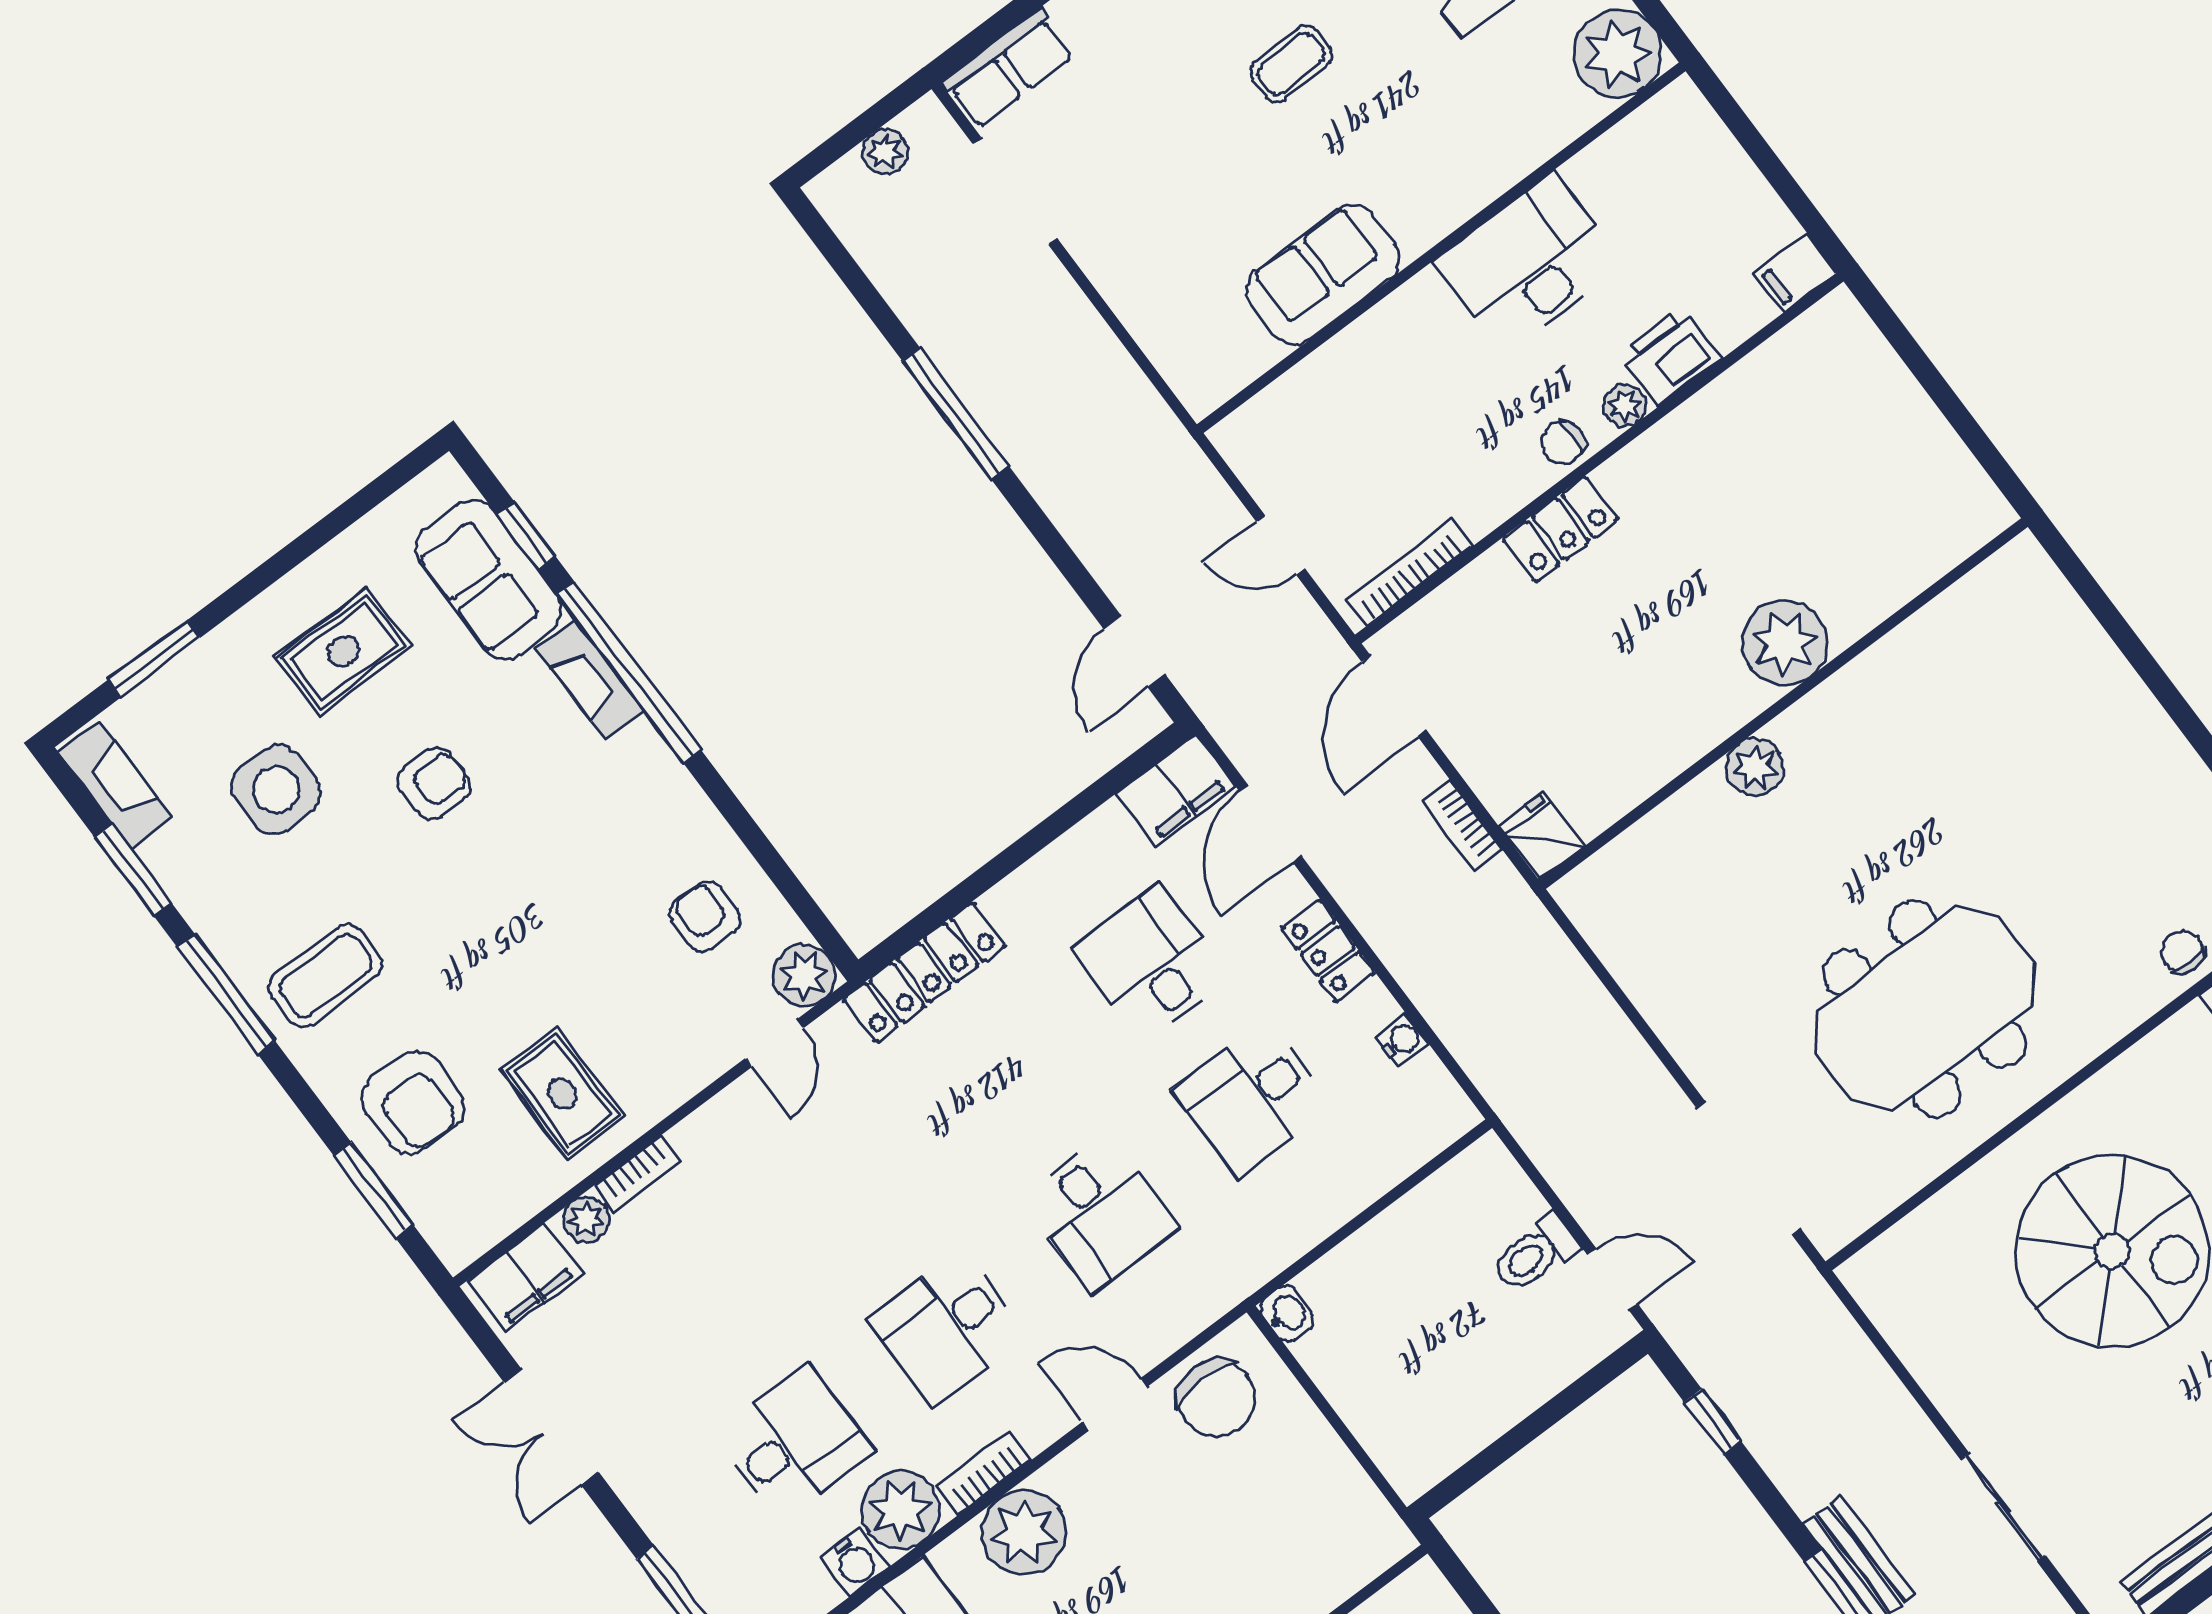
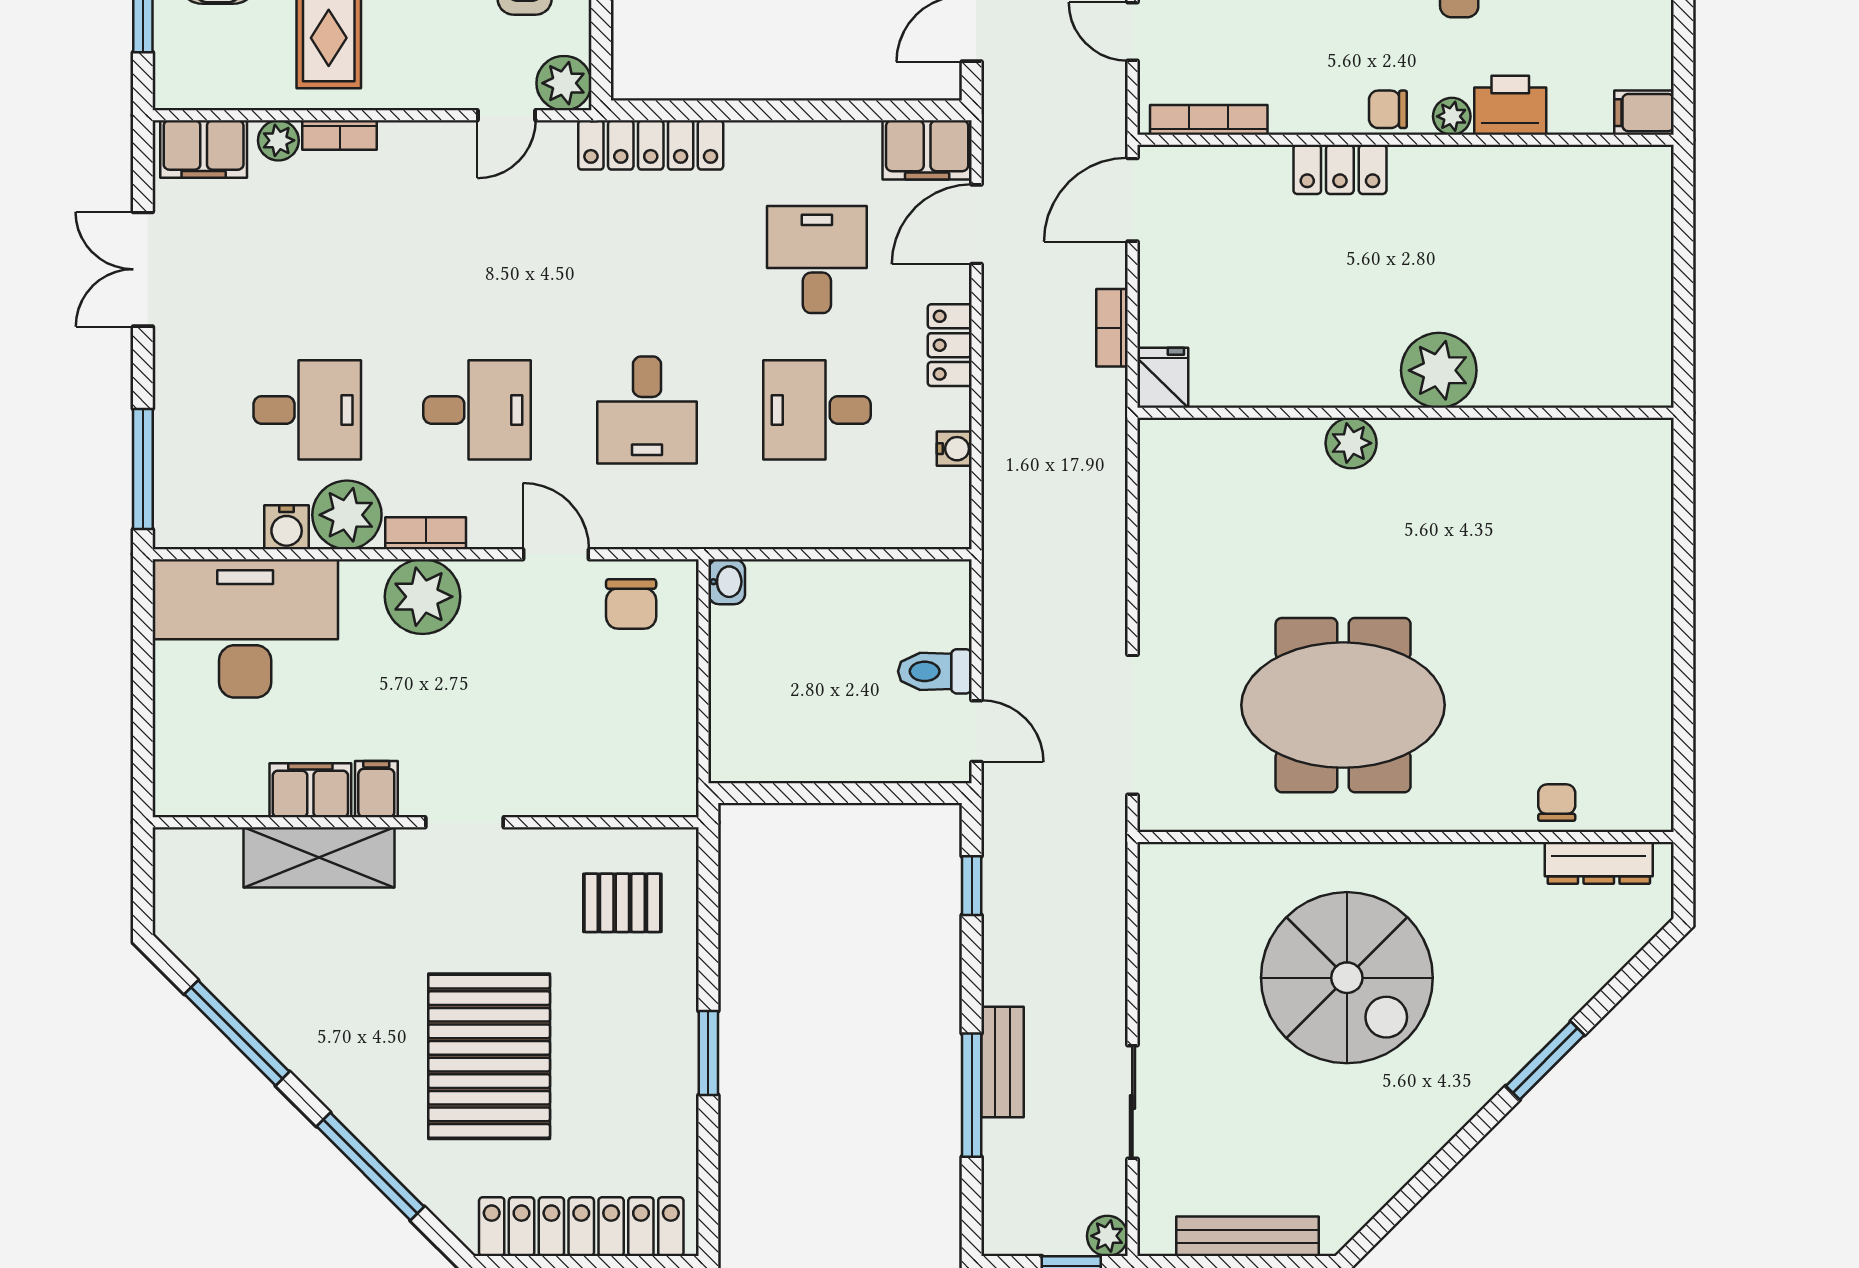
desk: (947, 1328) -> (477, 410), turned 180
chair: (1216, 1398) -> (631, 604), width x0.73, depth x0.73

